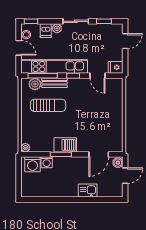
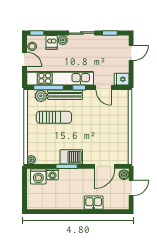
bench: (55, 83) -> (65, 95), width x1.36

